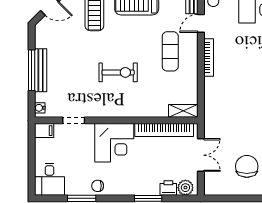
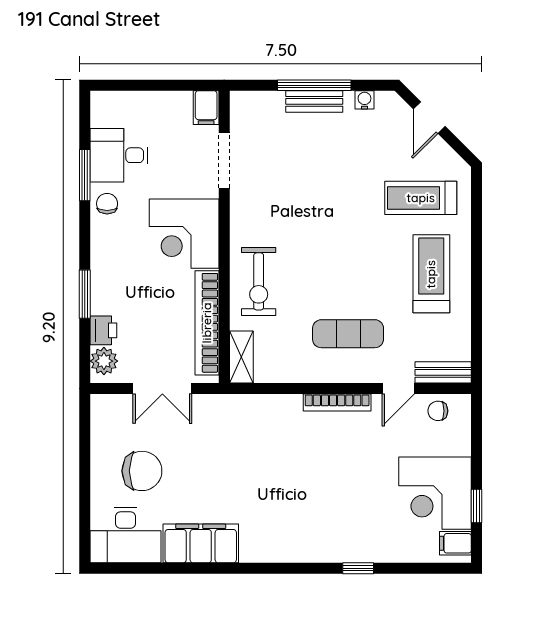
door: (201, 23) -> (398, 388), swing flipped
bench: (41, 70) -> (314, 101), width x0.73
exercise bike: (118, 72) -> (259, 281), moved
water cooler: (40, 108) -> (364, 100), moved
doorway: (74, 120) -> (224, 161), width x1.38
desk: (49, 179) -> (119, 155), moved

